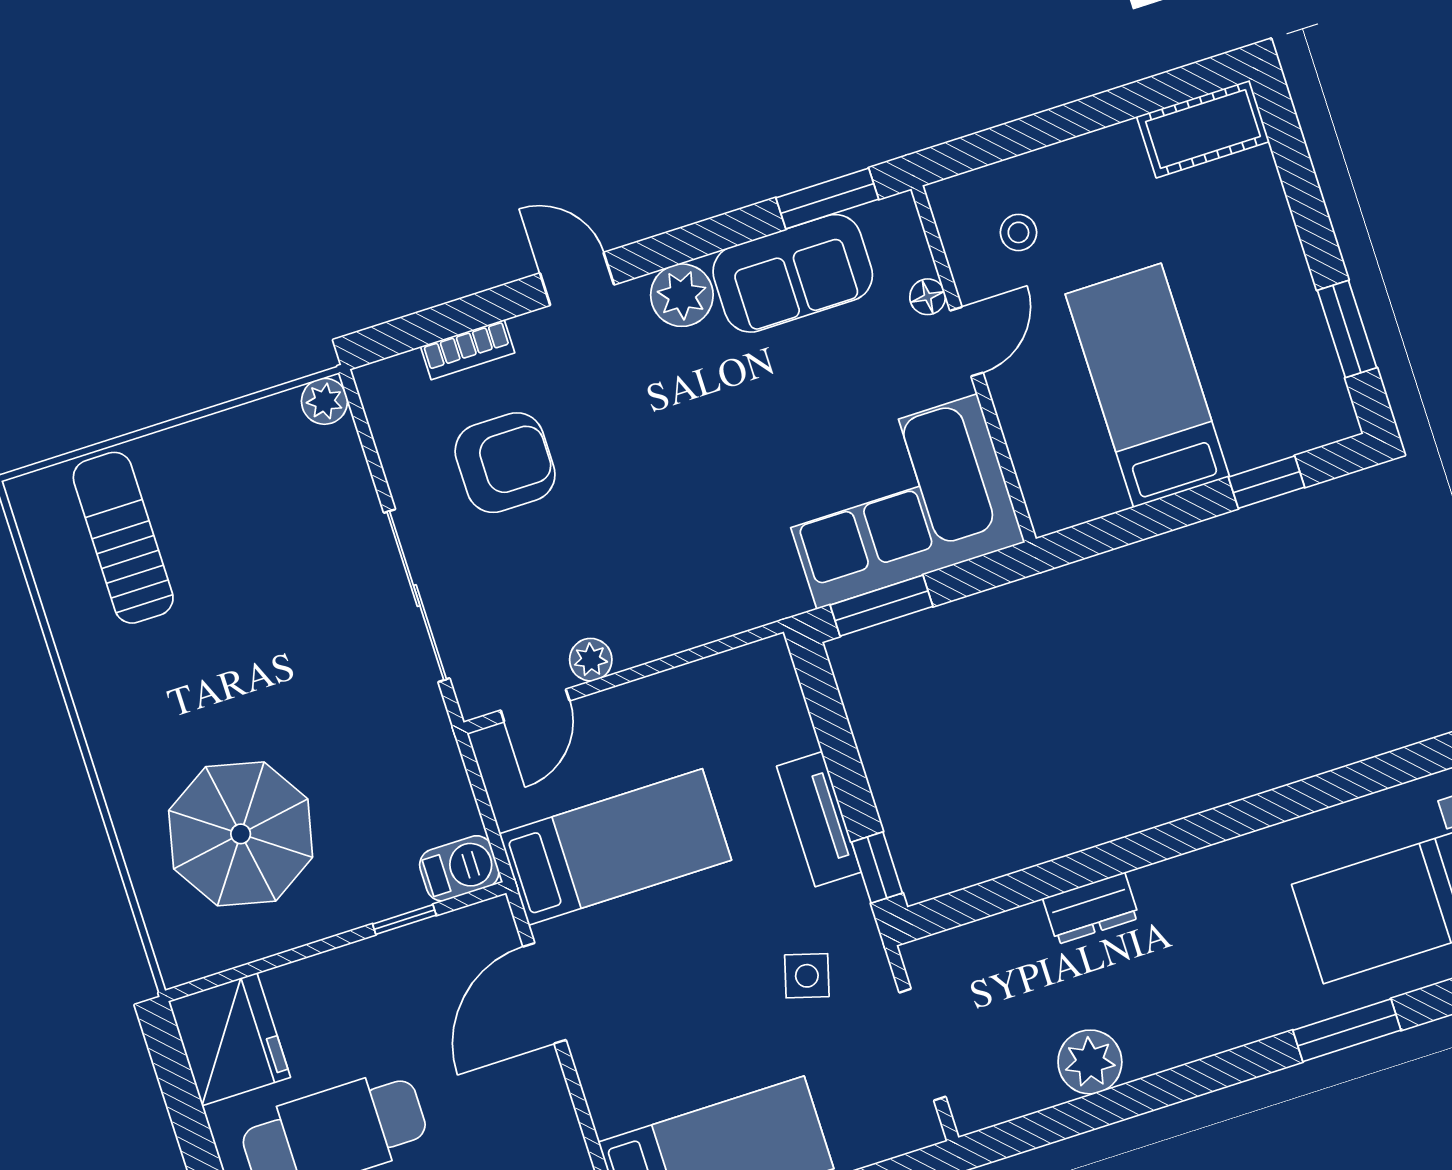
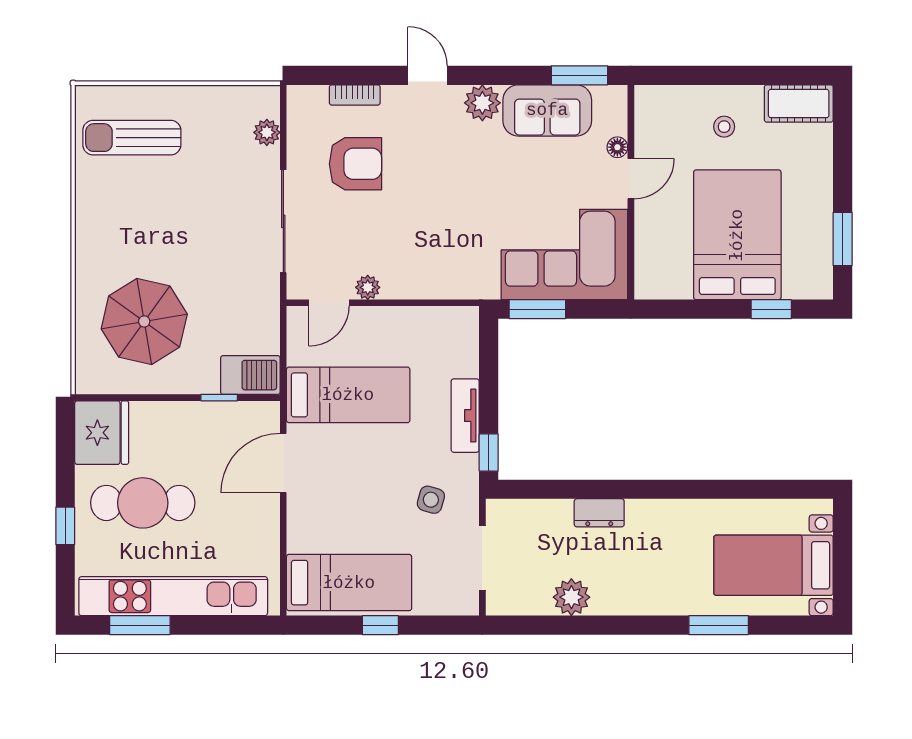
stool: (1018, 232) -> (724, 127), moved
bed: (1147, 385) -> (737, 235), width x1.50
plant: (324, 401) -> (267, 132), moved
sun lounger: (123, 538) -> (132, 138), turned -90
barbecue: (459, 868) -> (250, 375), width x1.38, depth x1.27

